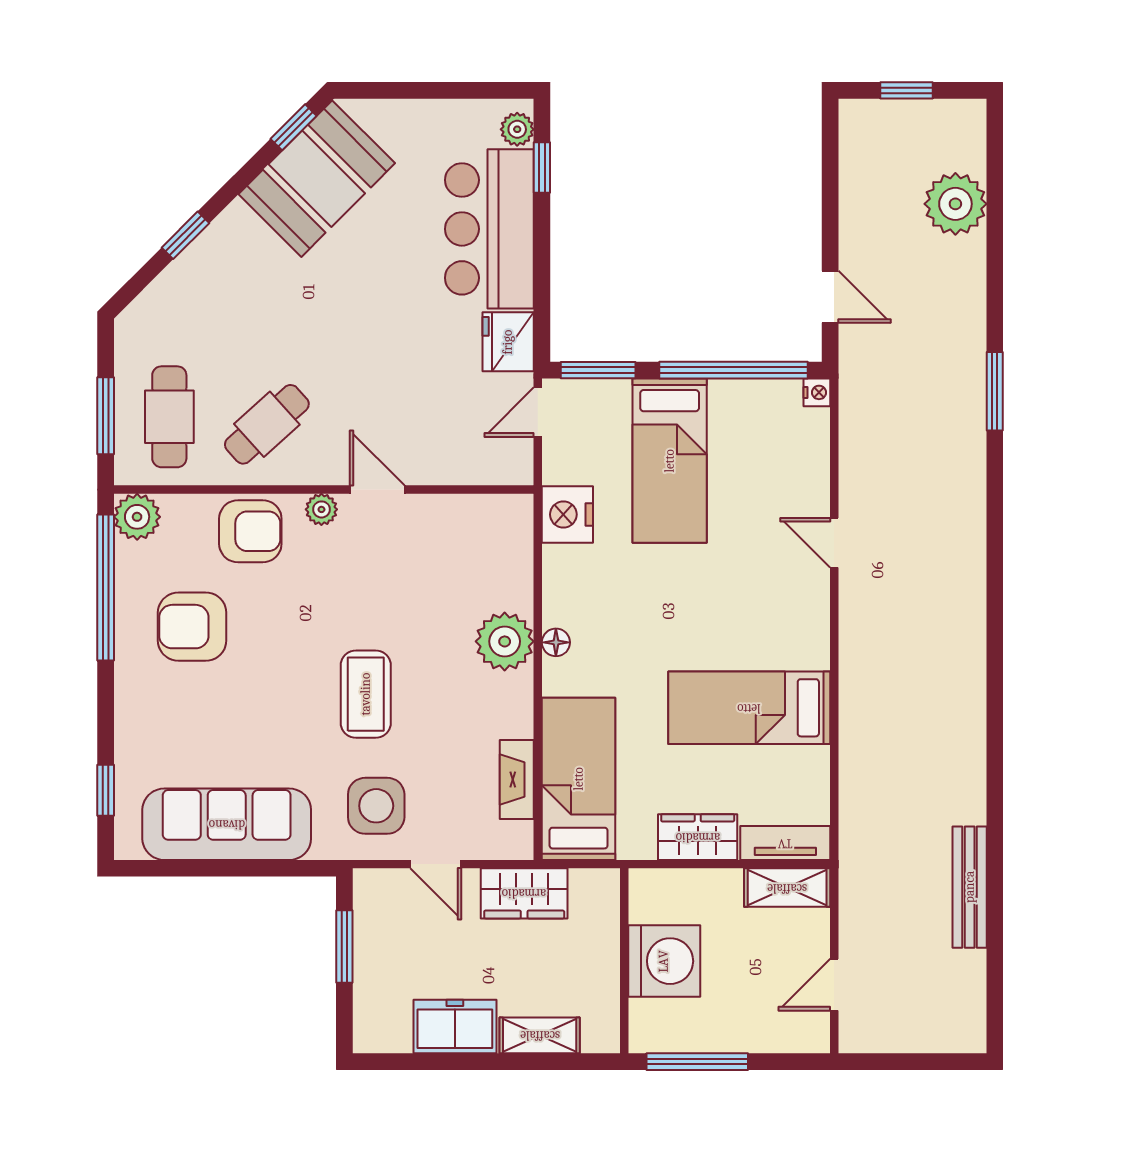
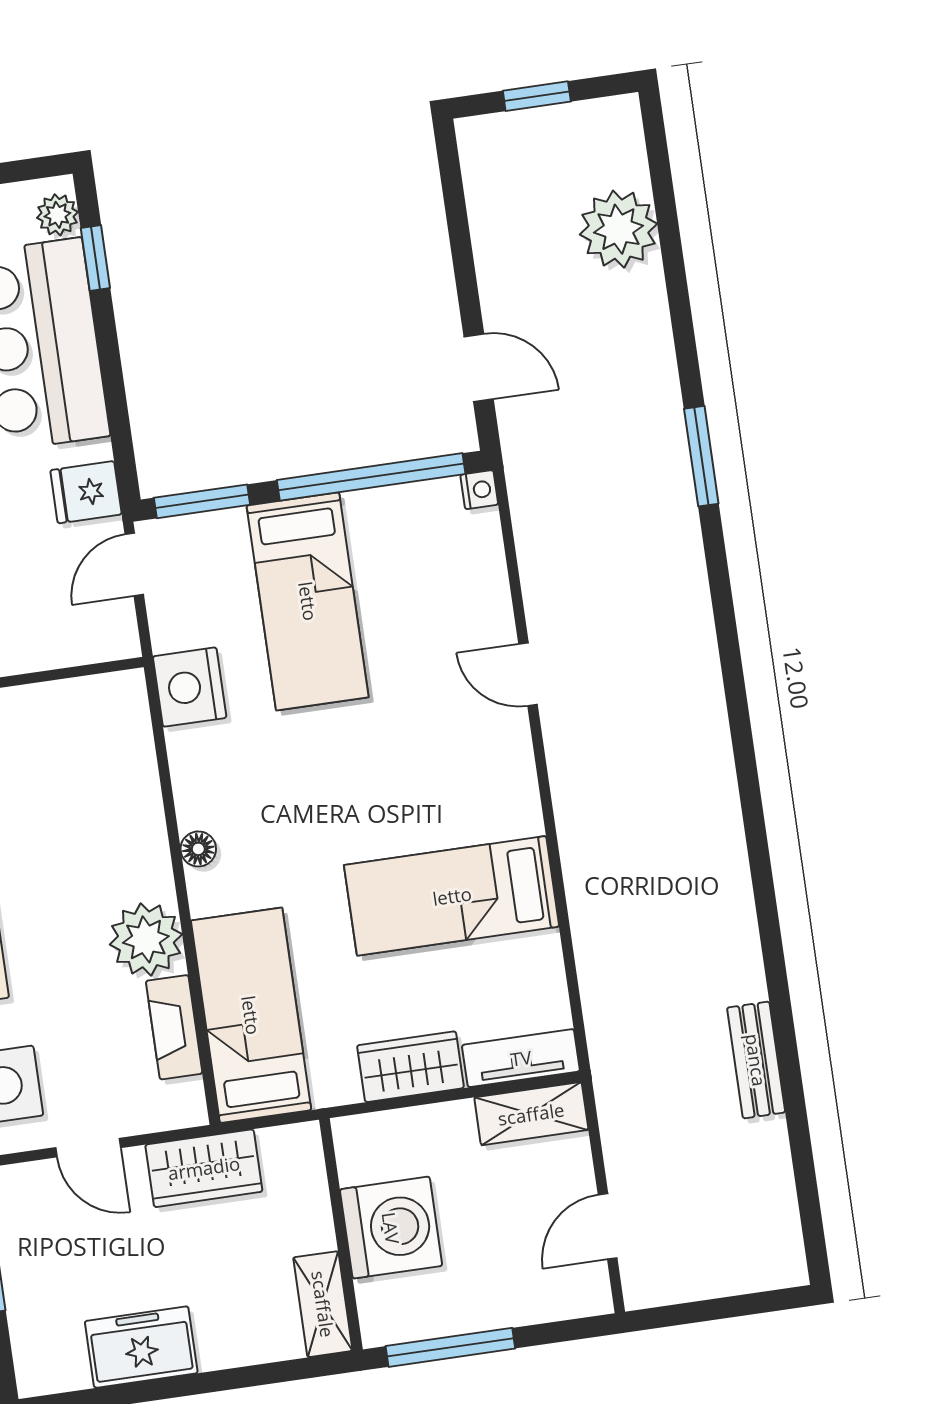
fridge: (508, 342) -> (86, 492), width x0.72
plant: (505, 641) -> (146, 939), moved
bench: (970, 887) -> (756, 1060), width x0.73
shelving: (540, 1035) -> (323, 1304), moved, turned 90

